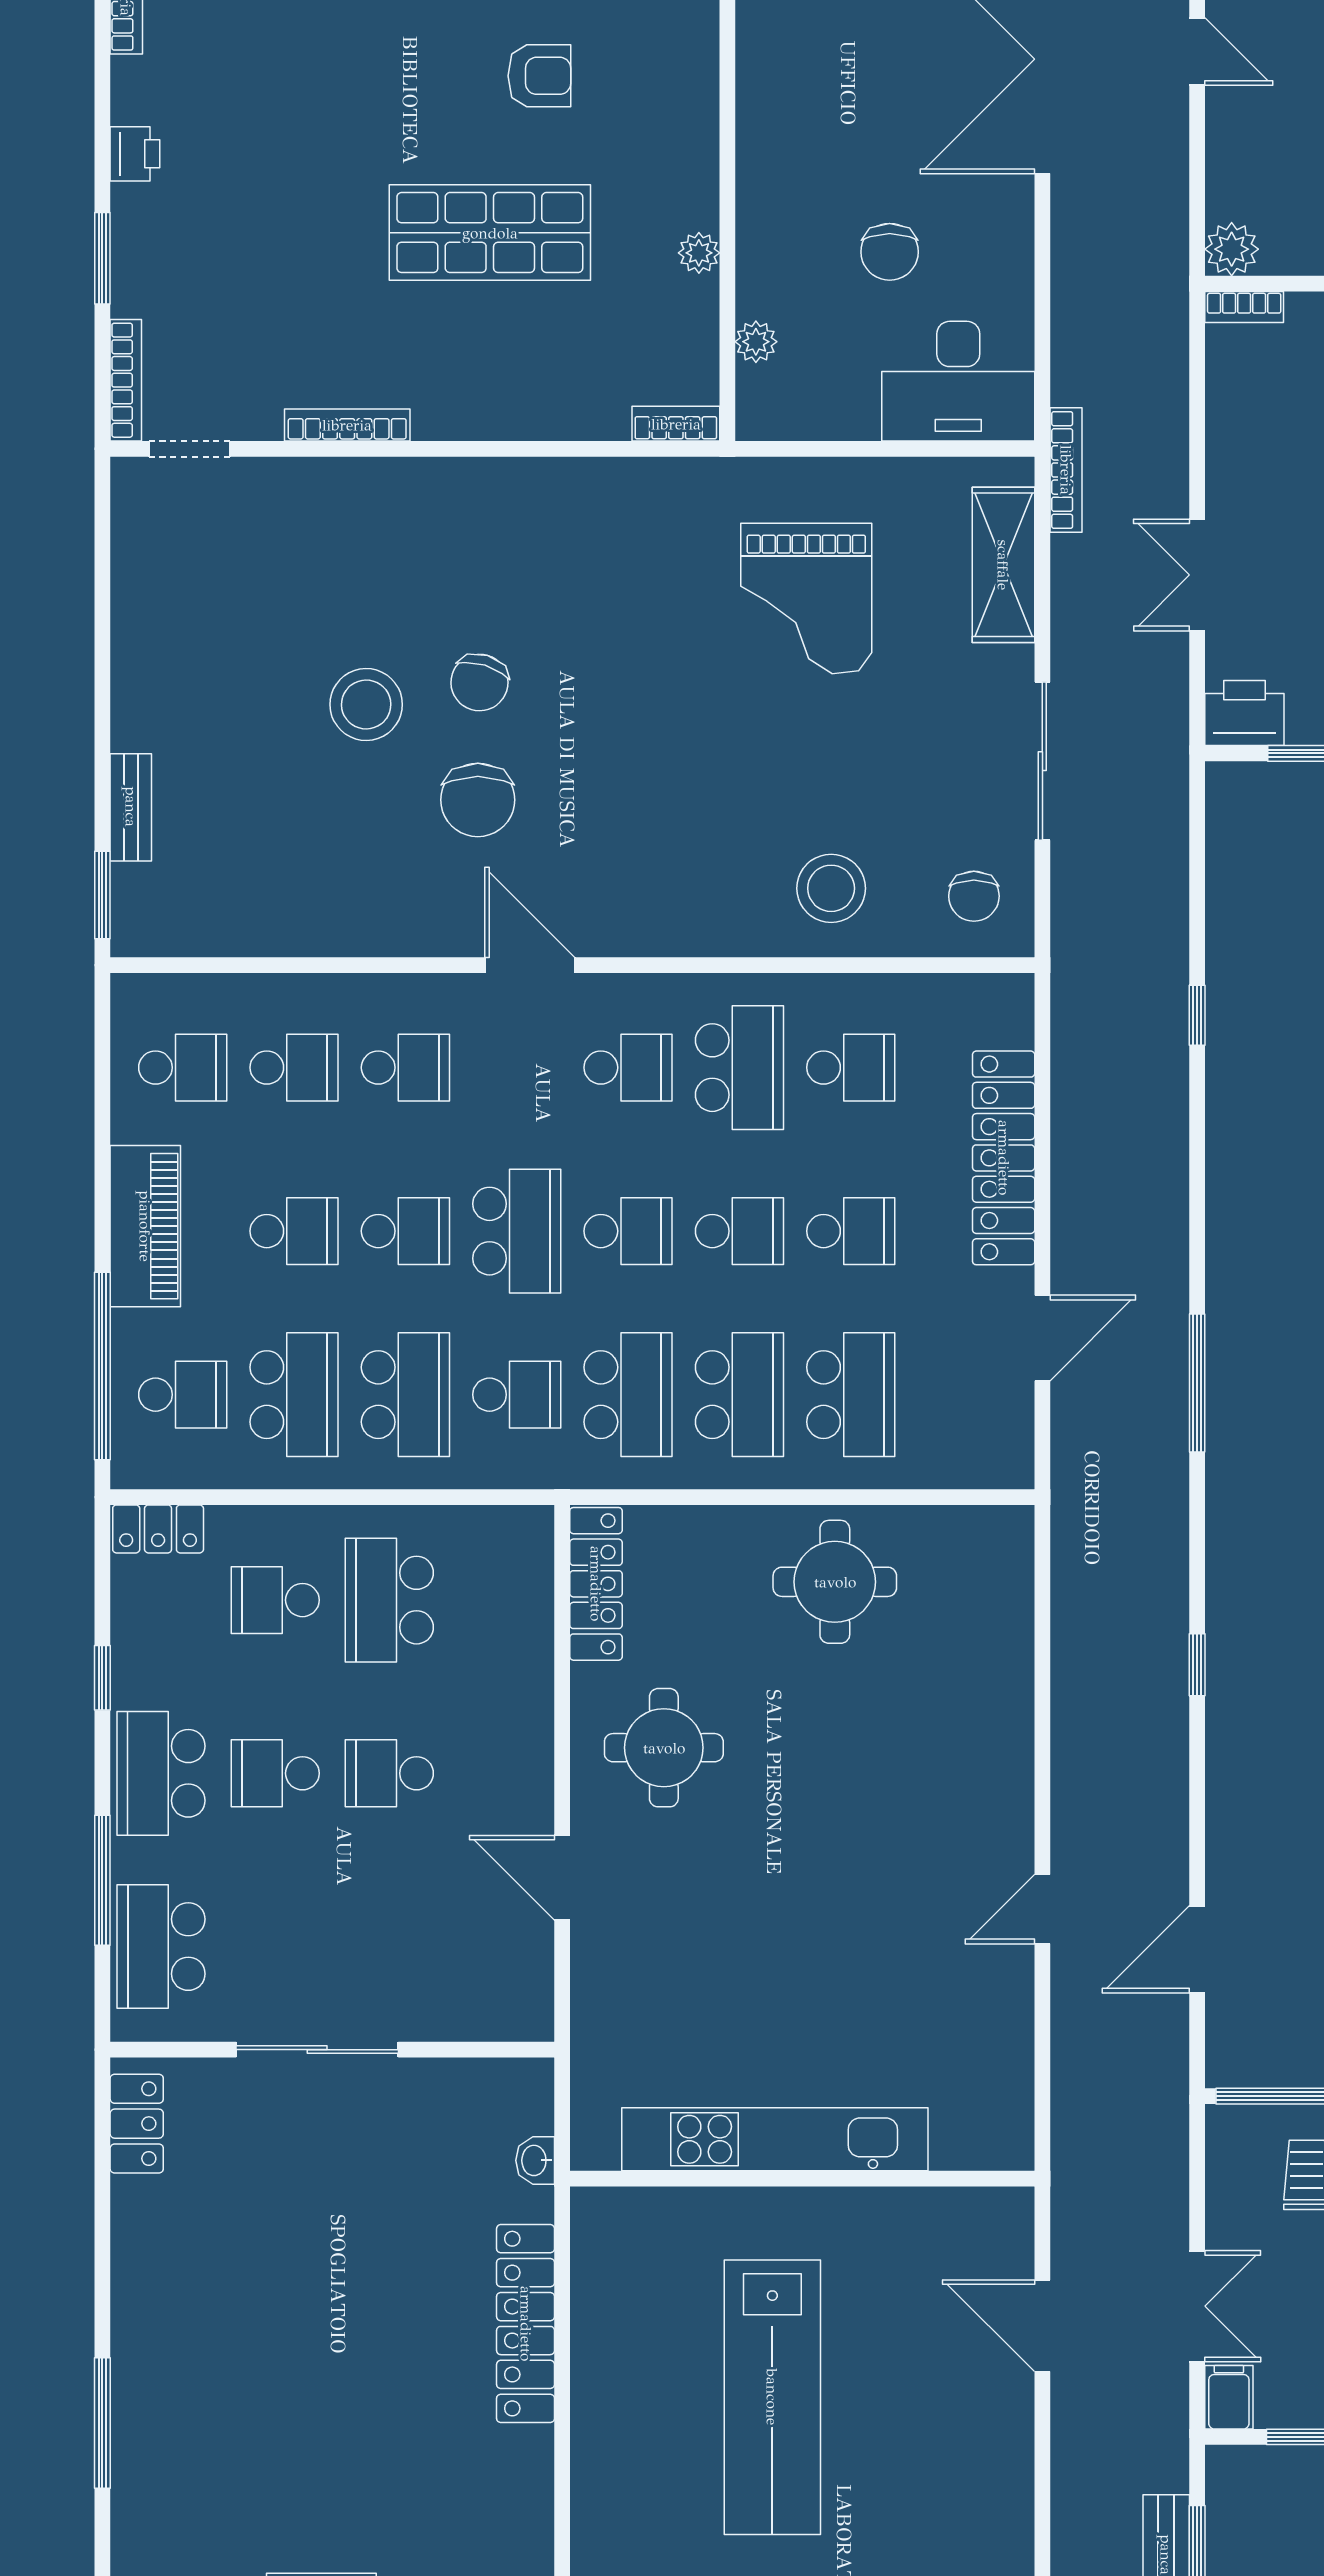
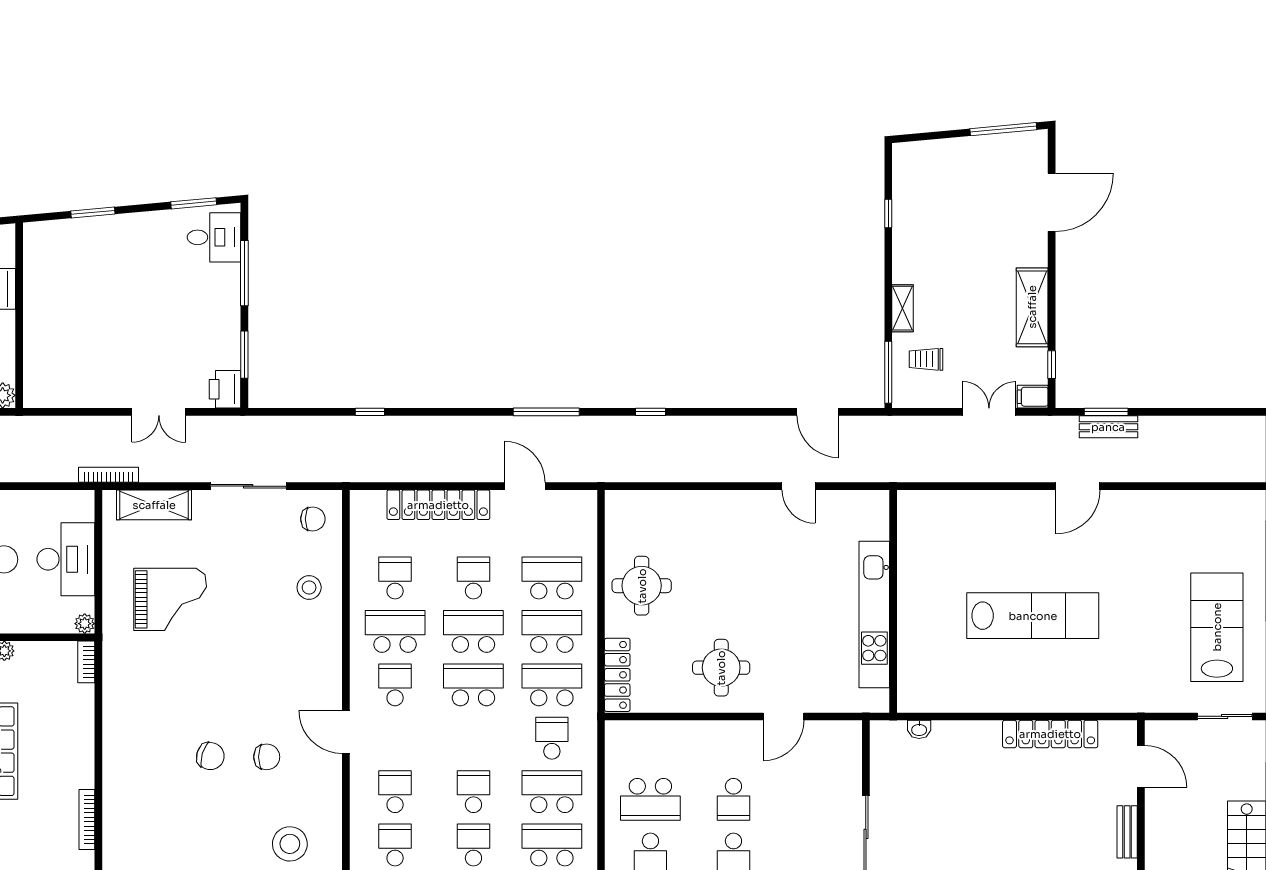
bookcase: (1244, 307) -> (30, 389), removed
plant: (756, 342) -> (85, 624), moved
desk: (958, 381) -> (66, 559), moved
stool: (366, 705) -> (290, 844), moved
chair: (478, 800) -> (267, 757), width x0.73, depth x0.73
stool: (831, 888) -> (309, 587), width x0.73, depth x0.73
door: (530, 965) -> (346, 732), hinge flipped
school desk: (517, 1231) -> (473, 738), removed
school desk: (628, 1231) -> (473, 685), width x1.85
school desk: (739, 1231) -> (473, 631), width x1.85
locker: (596, 1584) -> (617, 675), moved, turned 90
window: (1197, 1665) -> (650, 412), moved
kitchen unit: (775, 2139) -> (874, 614), moved
wall: (802, 2179) -> (893, 601), moved
locker: (526, 2324) -> (1050, 734), moved
door: (1042, 2326) -> (1078, 486), moved

